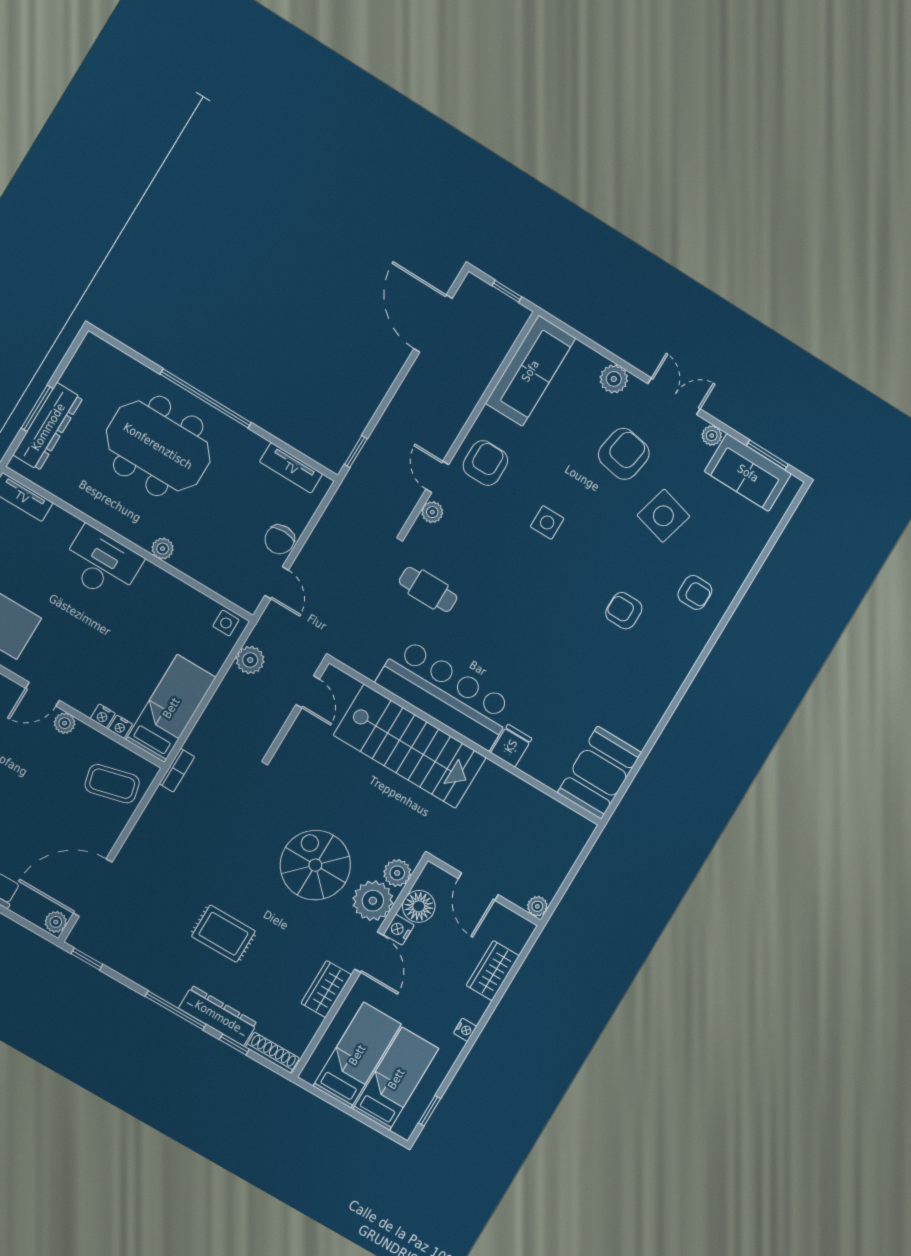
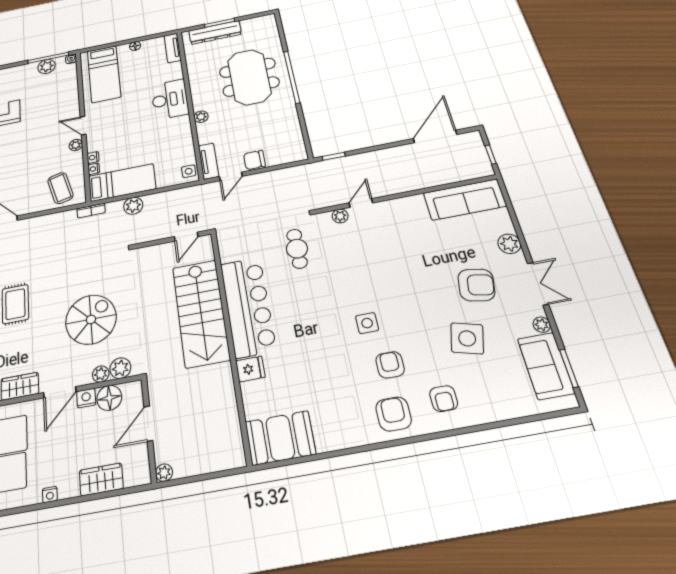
armchair: (485, 463) -> (394, 414), moved, turned -90
tv unit: (291, 468) -> (209, 161), moved, turned 180
side table: (547, 522) -> (367, 323), moved
plant: (250, 660) -> (133, 206), moved
plant: (373, 901) -> (101, 374), width x0.53, depth x0.53

